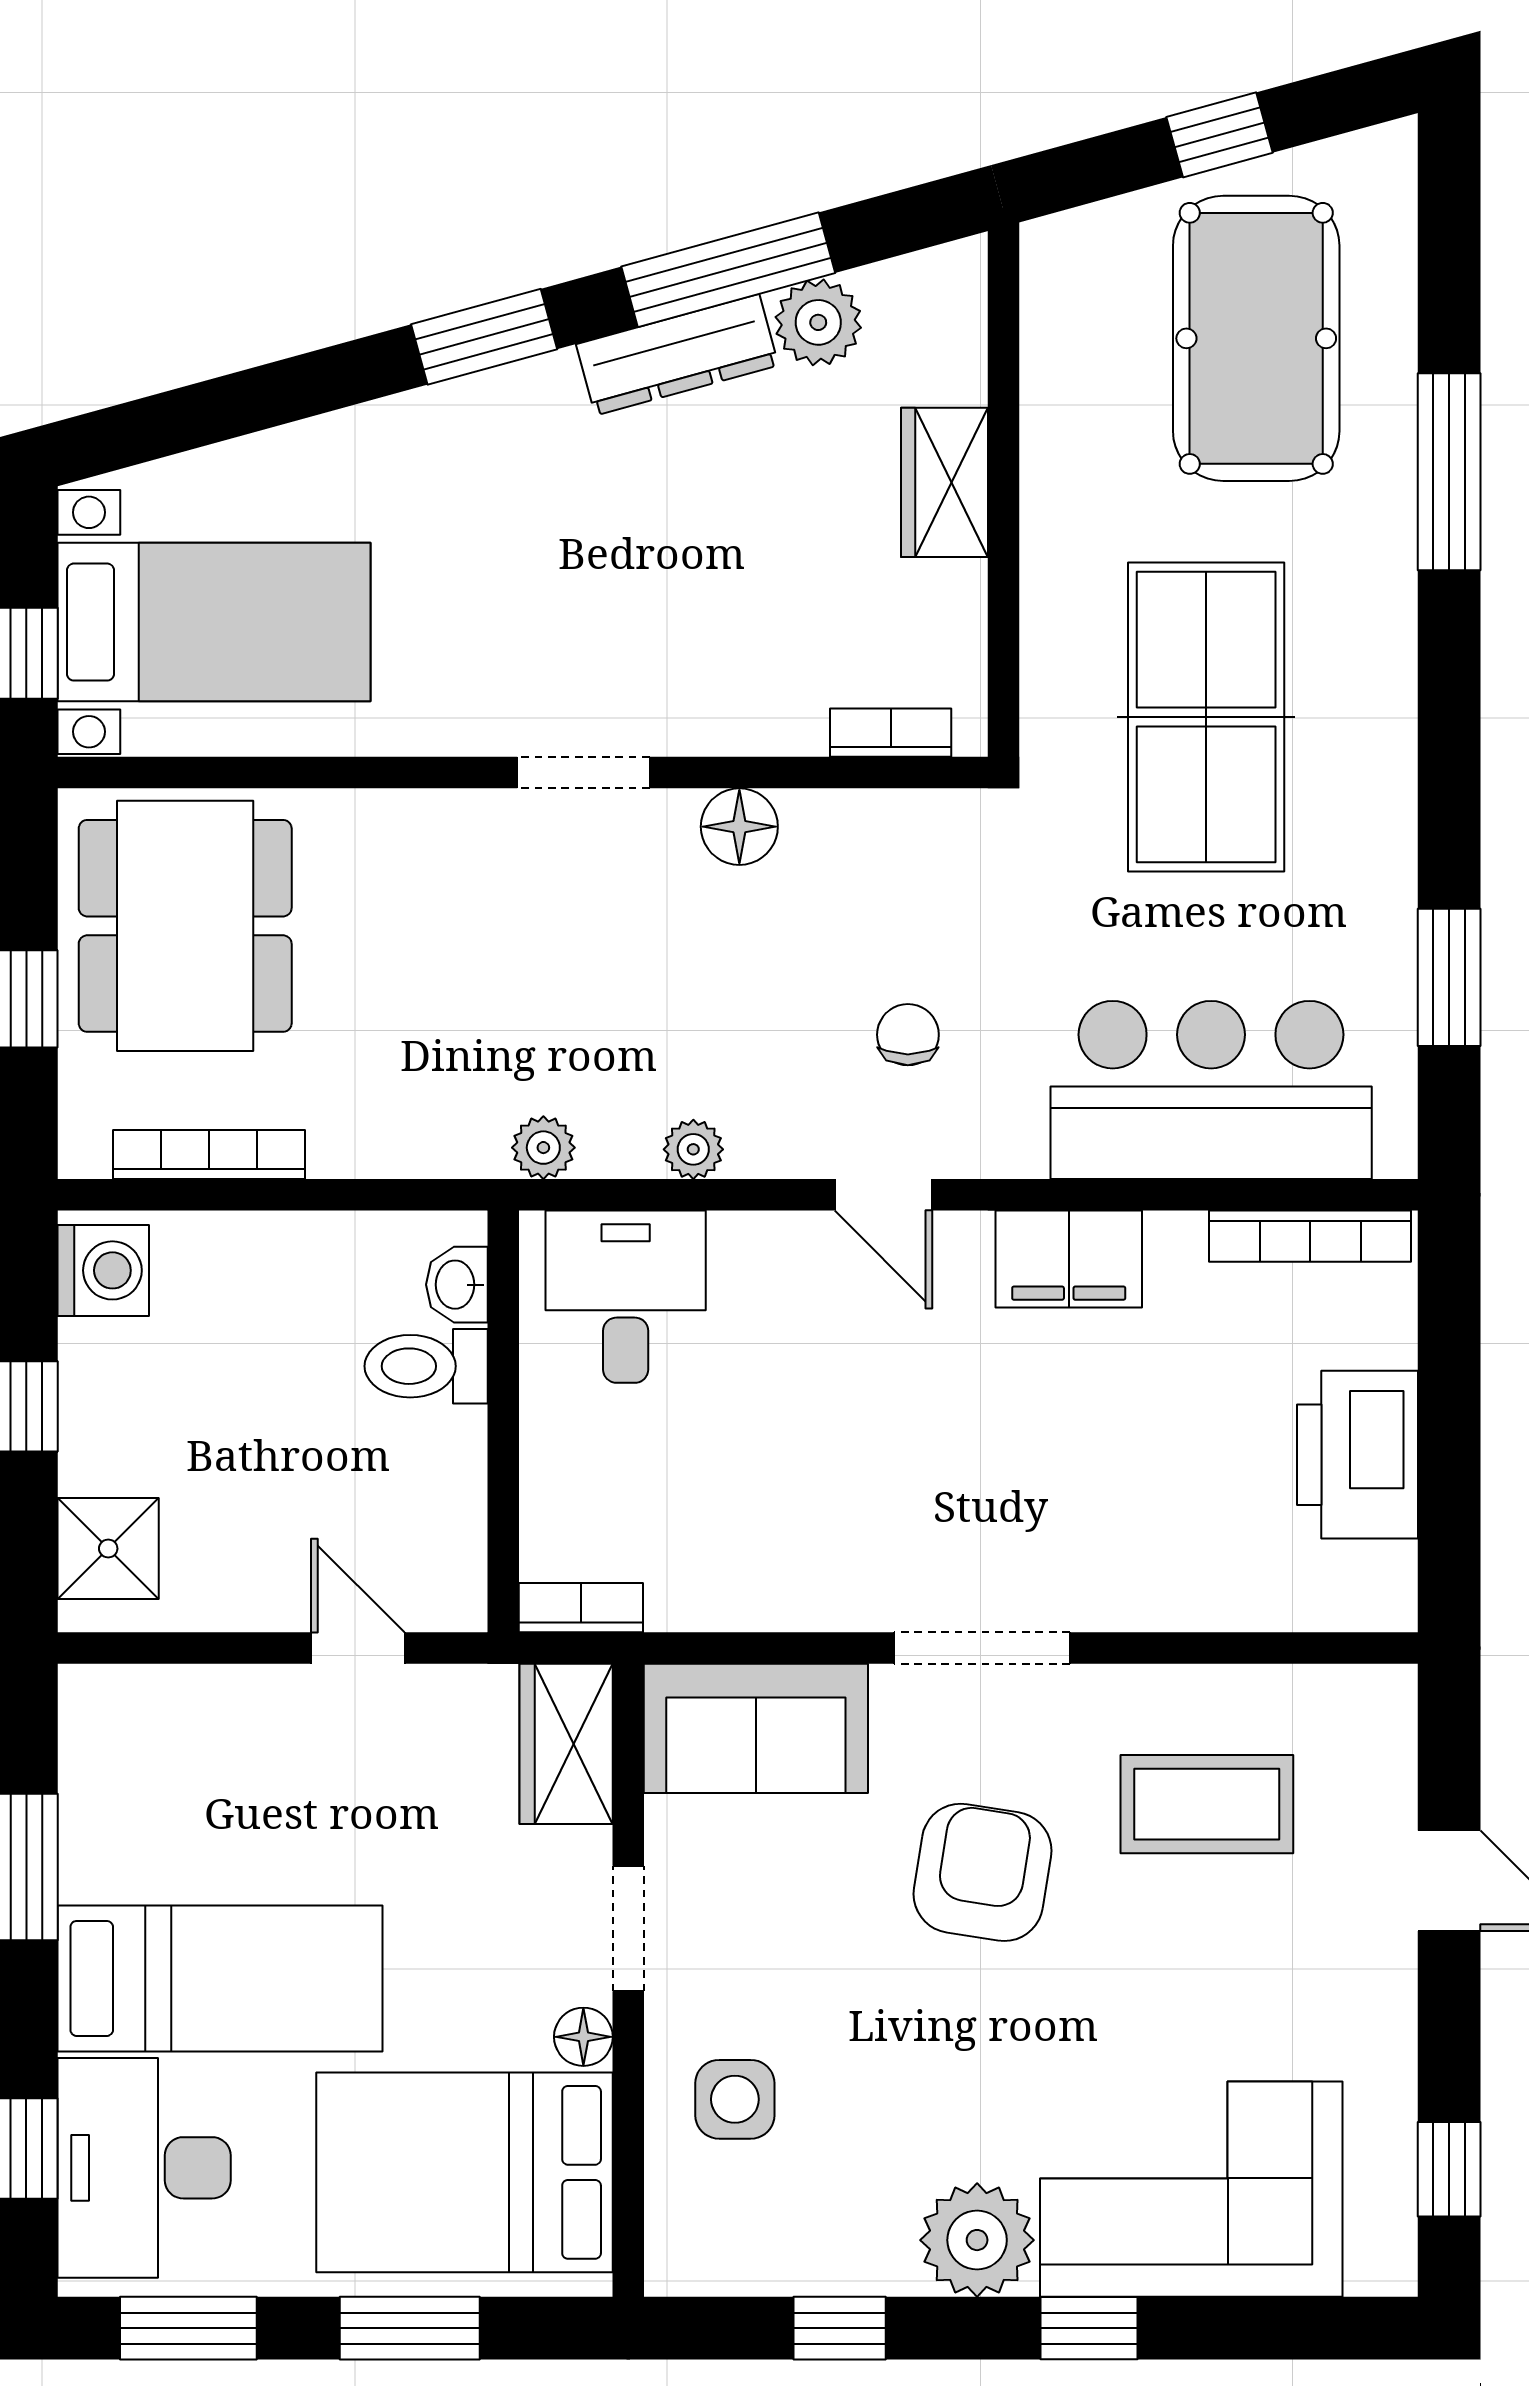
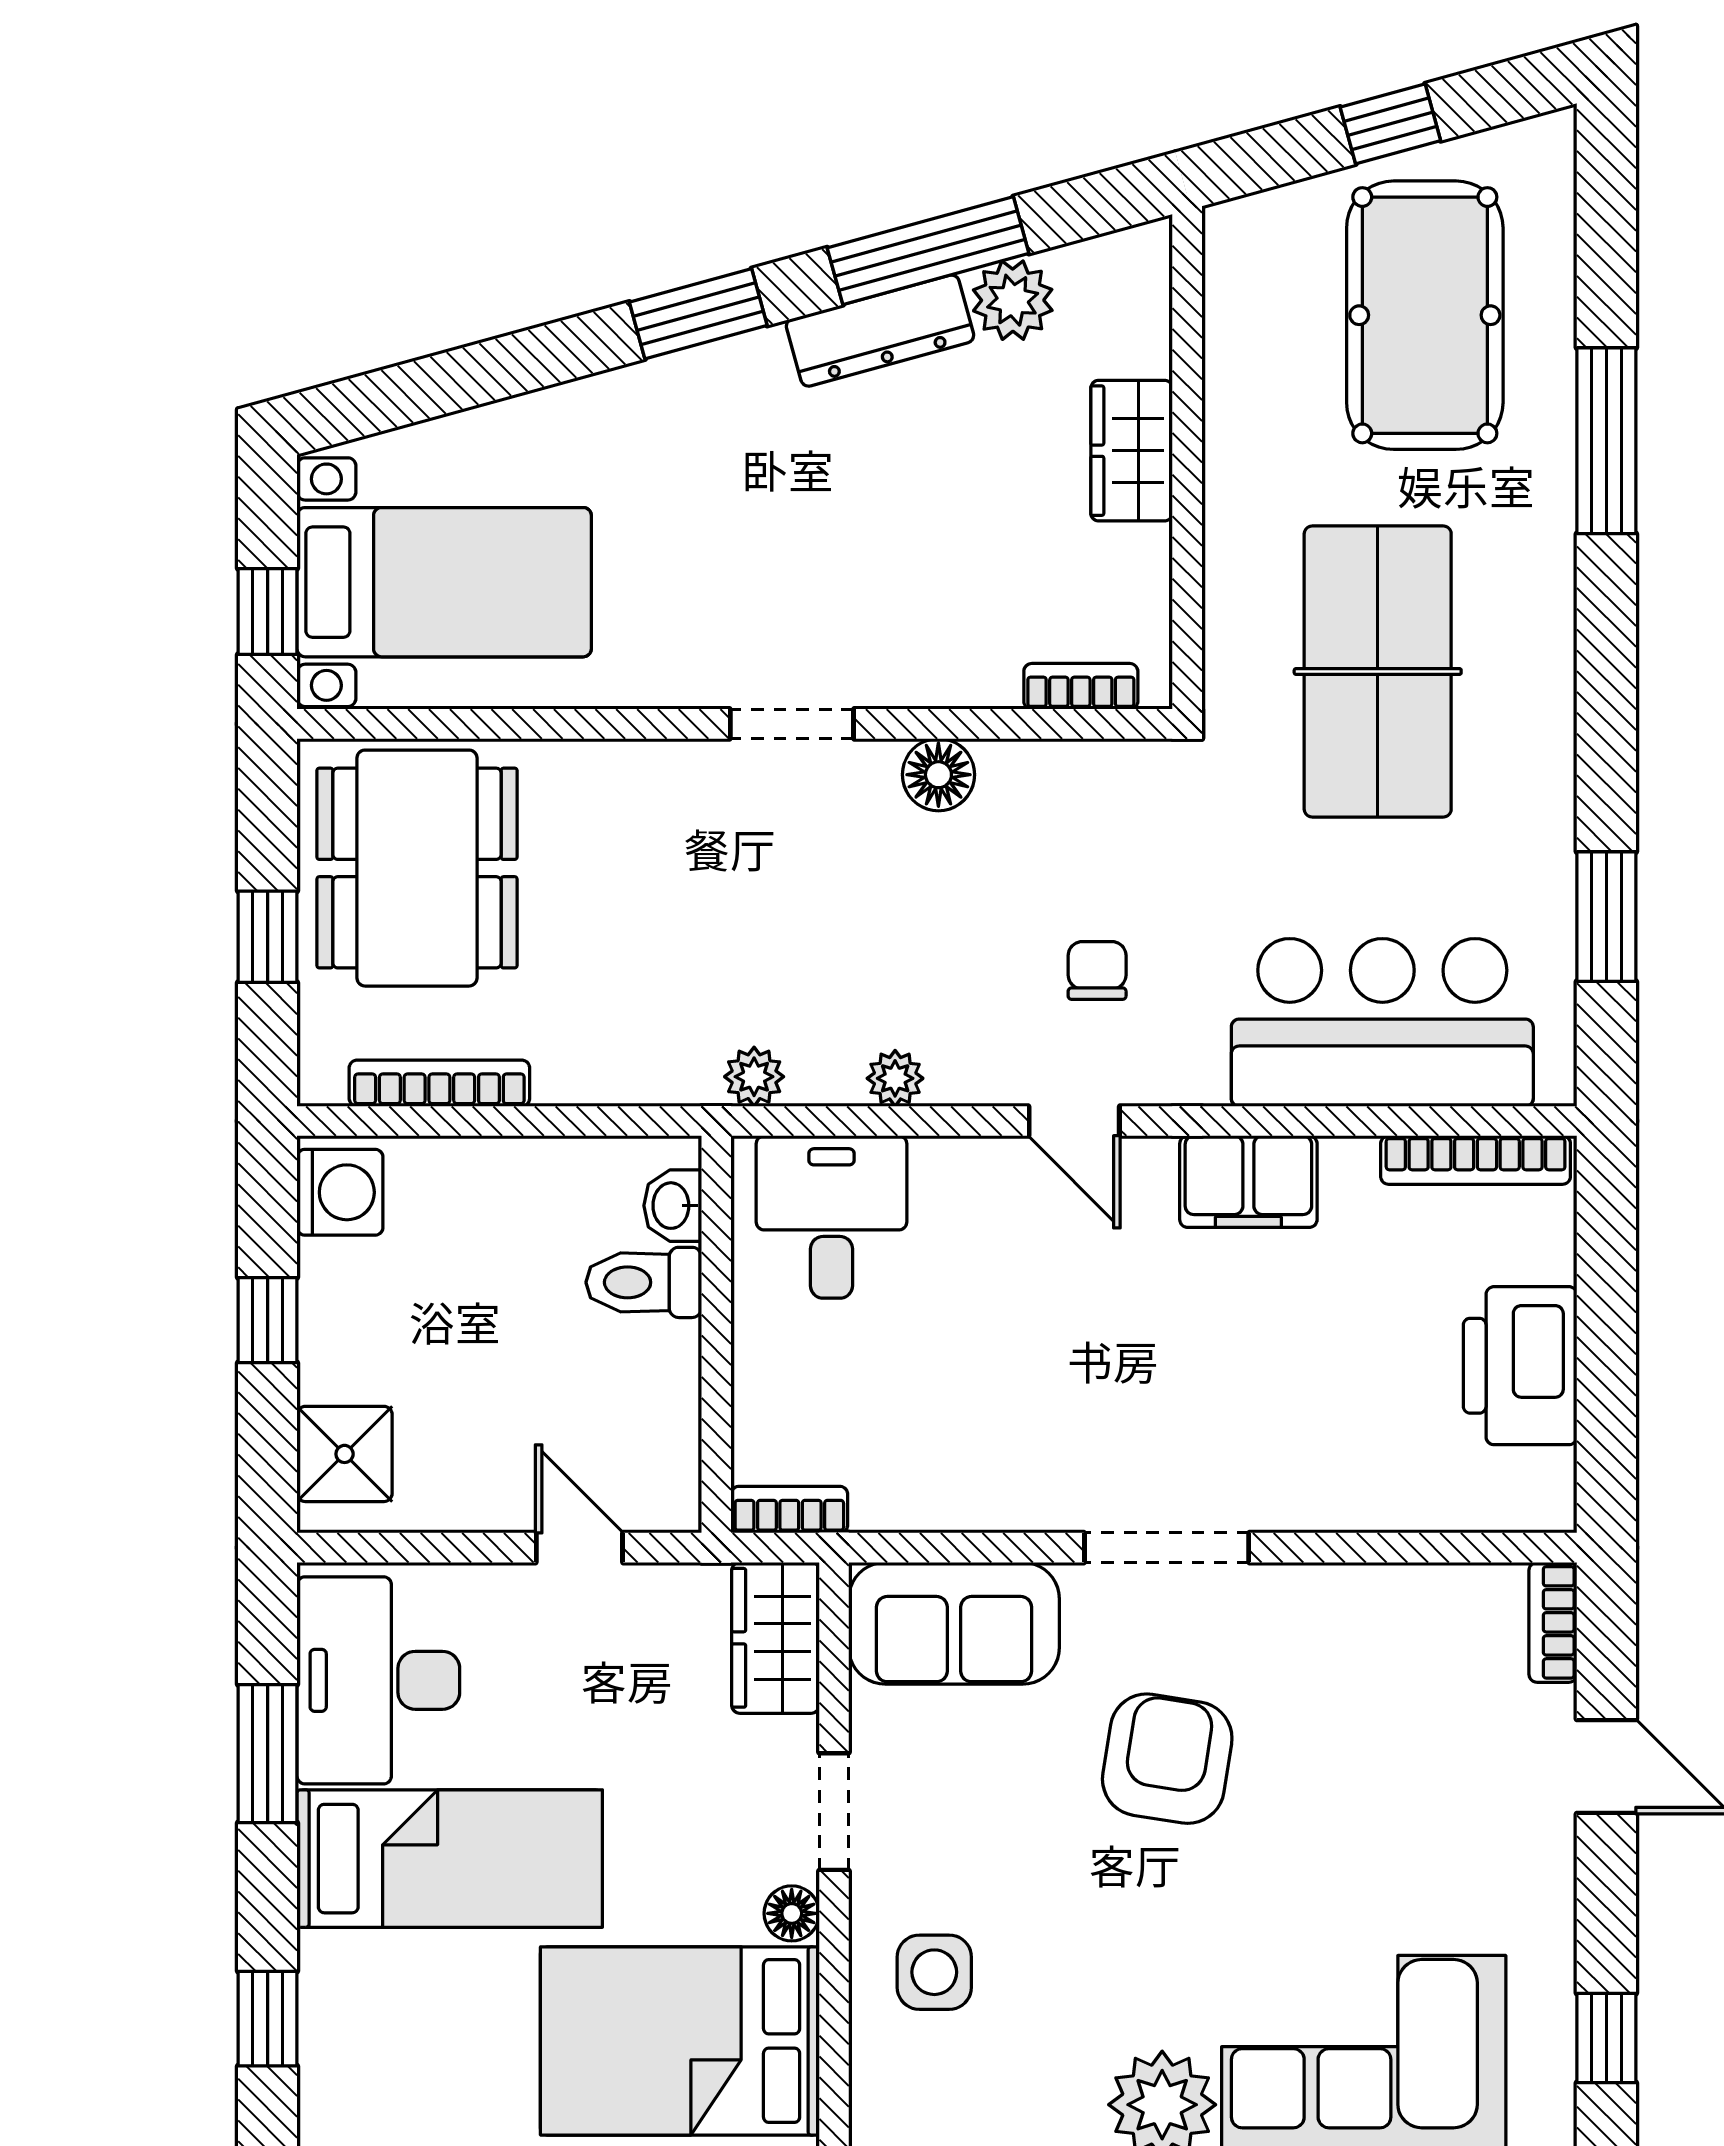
bookcase: (1392, 1727) -> (1553, 1622), added
coffee table: (1207, 1804) -> (1378, 1694), removed
desk: (144, 2168) -> (378, 1680), moved

